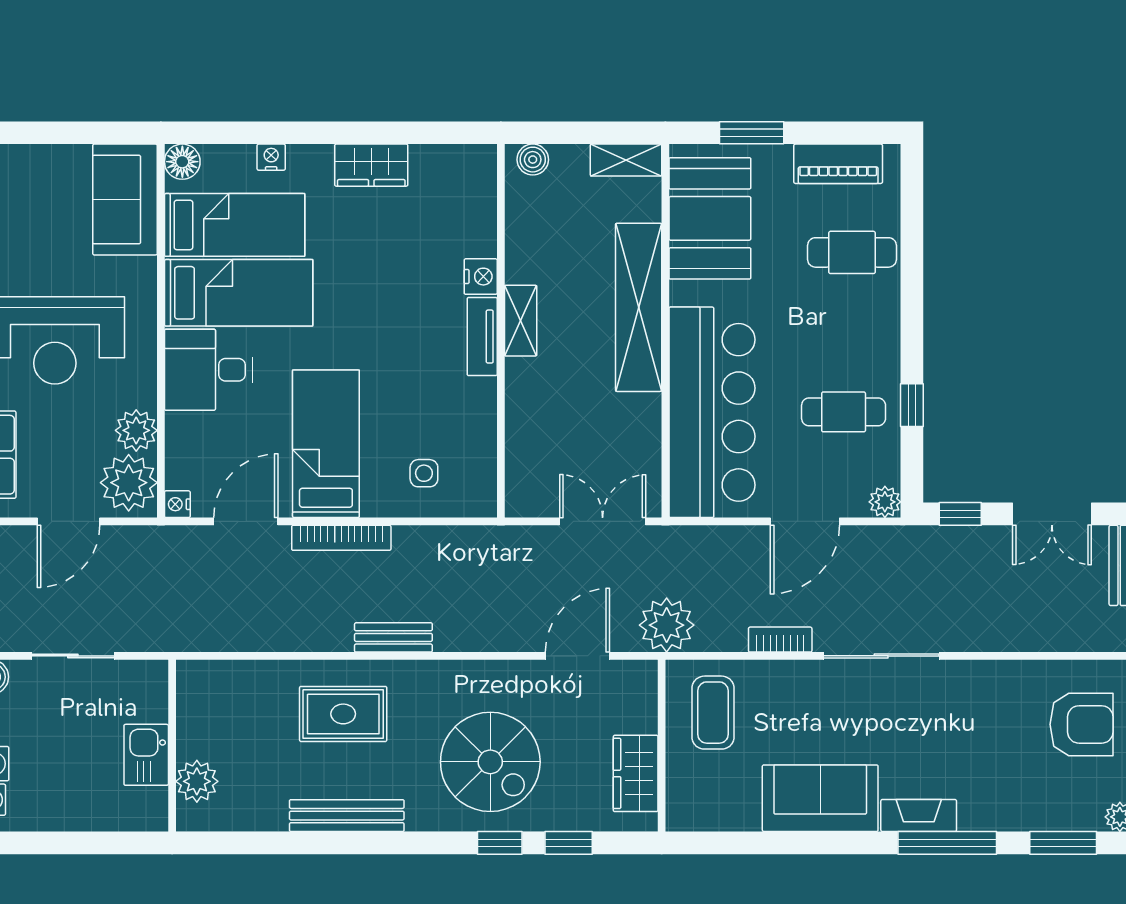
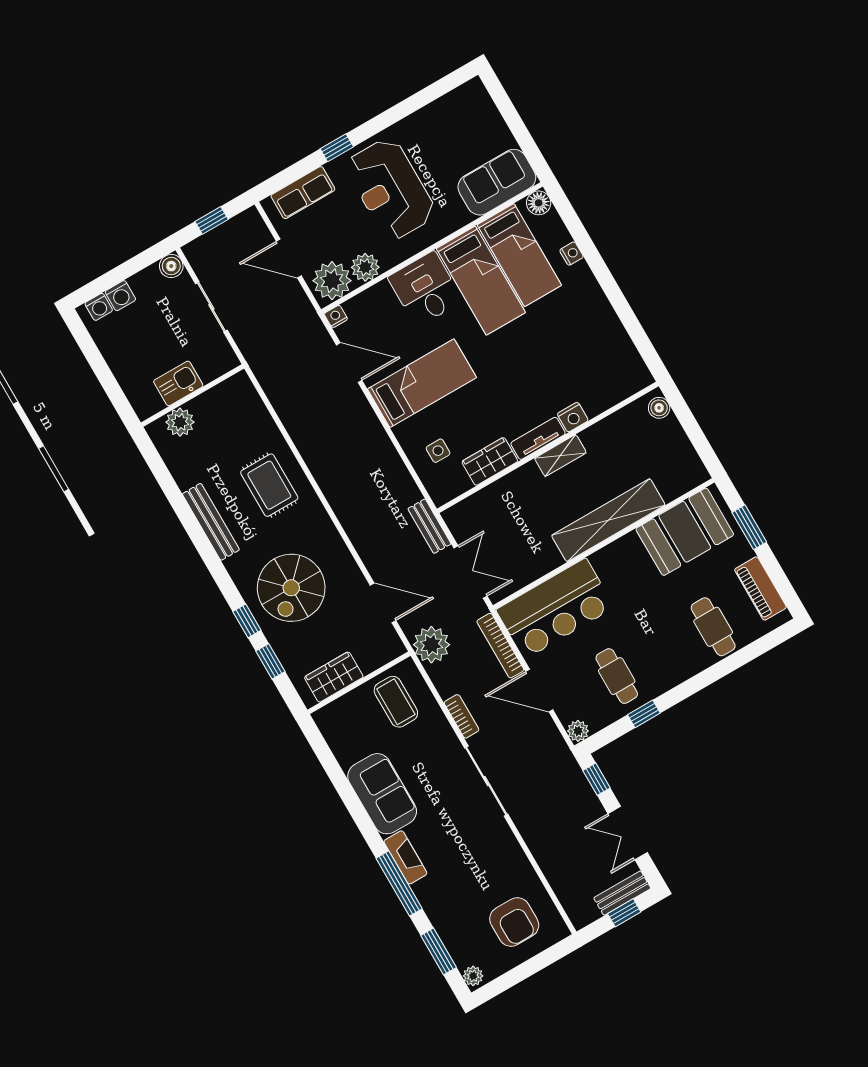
shelving: (626, 160) -> (690, 463), removed
wardrobe: (371, 165) -> (490, 461), moved, turned 90
bar counter: (712, 412) -> (555, 609), width x0.73
bookcase: (341, 538) -> (500, 646), moved
bench: (393, 637) -> (429, 526), moved
coffee table: (713, 713) -> (396, 702), turned 90

